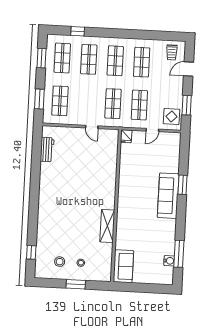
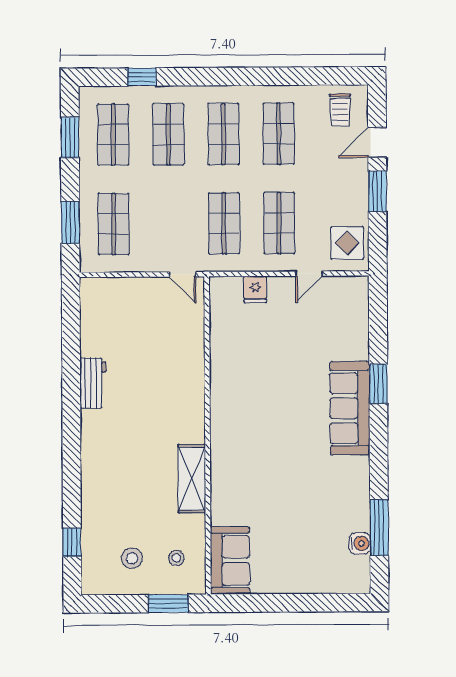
window: (187, 105) -> (377, 191), moved
workbench: (47, 150) -> (93, 383), moved
wall: (116, 206) -> (207, 435), moved
shelving: (107, 226) -> (192, 479), moved
sofa: (123, 266) -> (230, 560), moved

